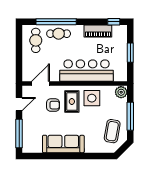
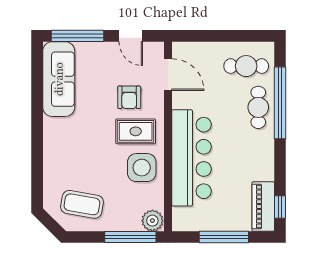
piano: (98, 31) -> (263, 207), moved
window: (130, 53) -> (224, 237), width x1.44
window: (130, 116) -> (130, 237), moved
sofa: (63, 144) -> (59, 79), moved

